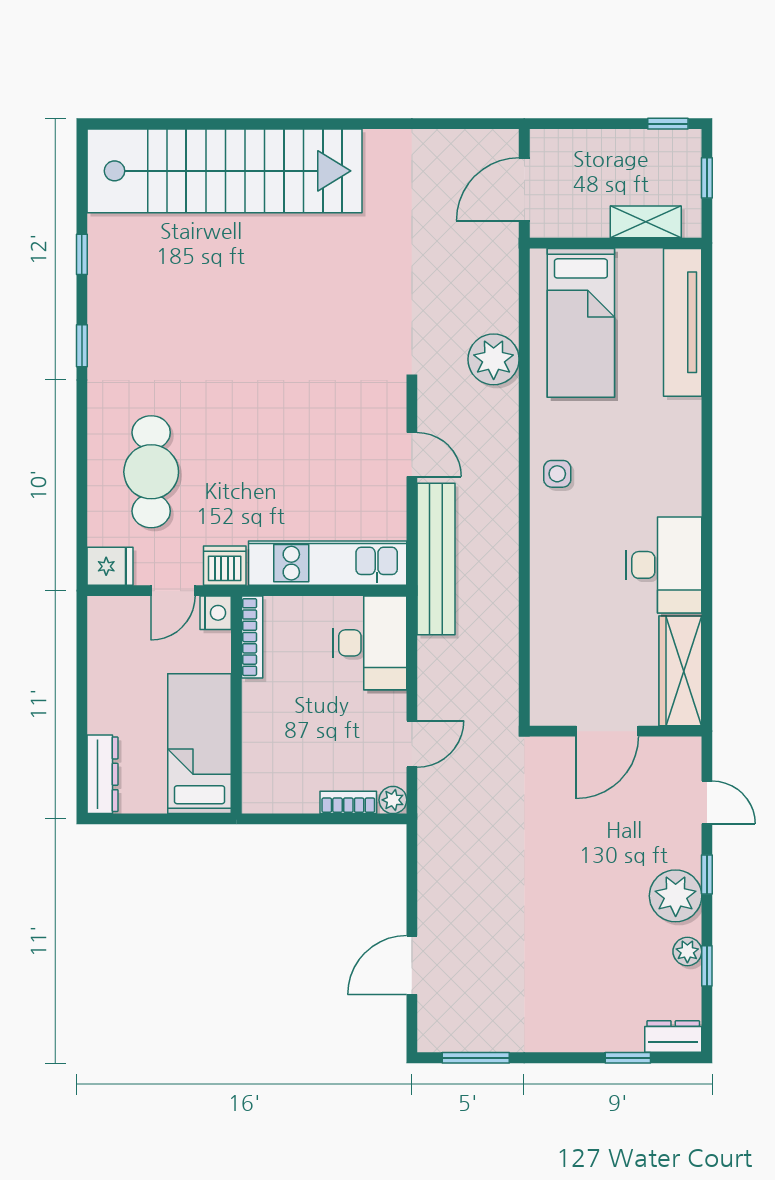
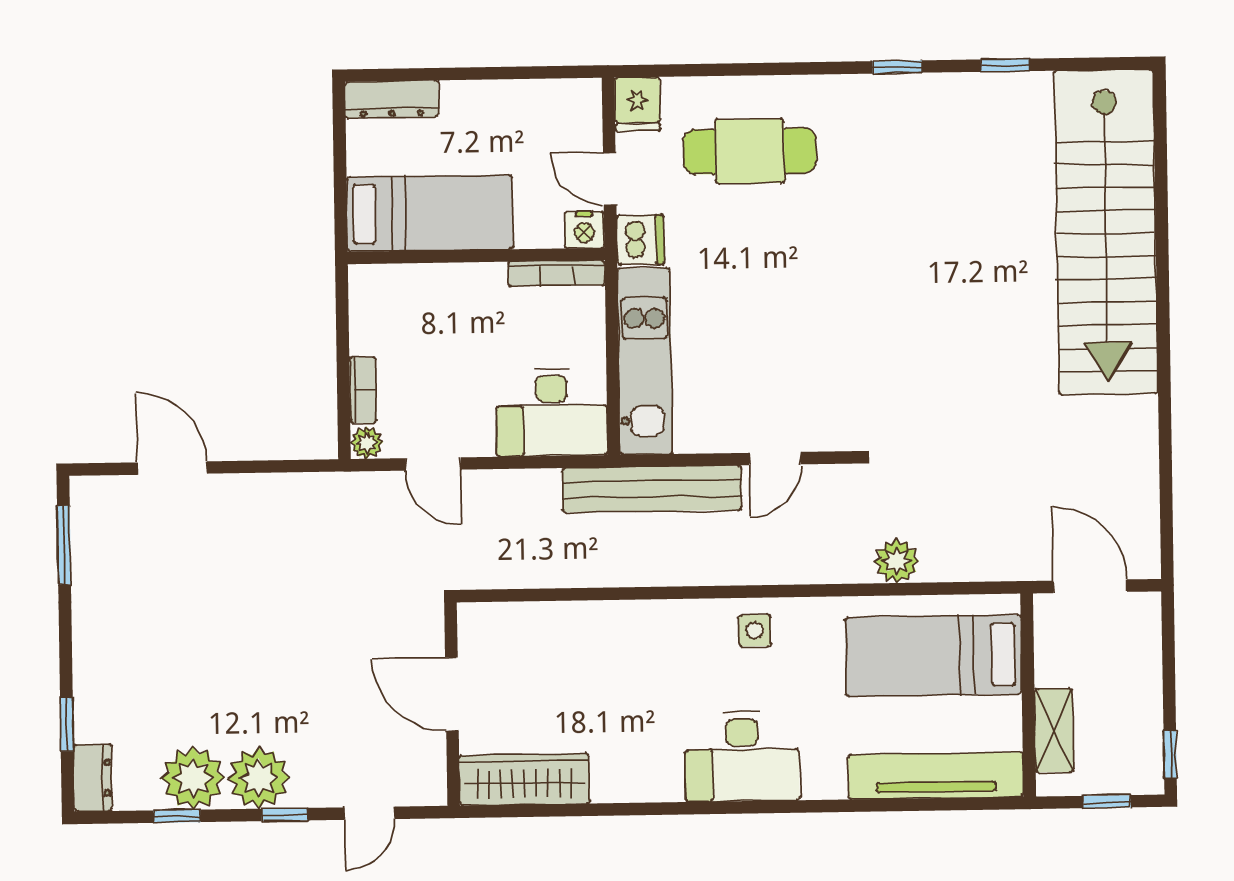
plant: (494, 359) -> (897, 561), width x0.73, depth x0.73
desk: (664, 565) -> (742, 756), moved
plant: (687, 952) -> (193, 778), width x1.88, depth x1.88

